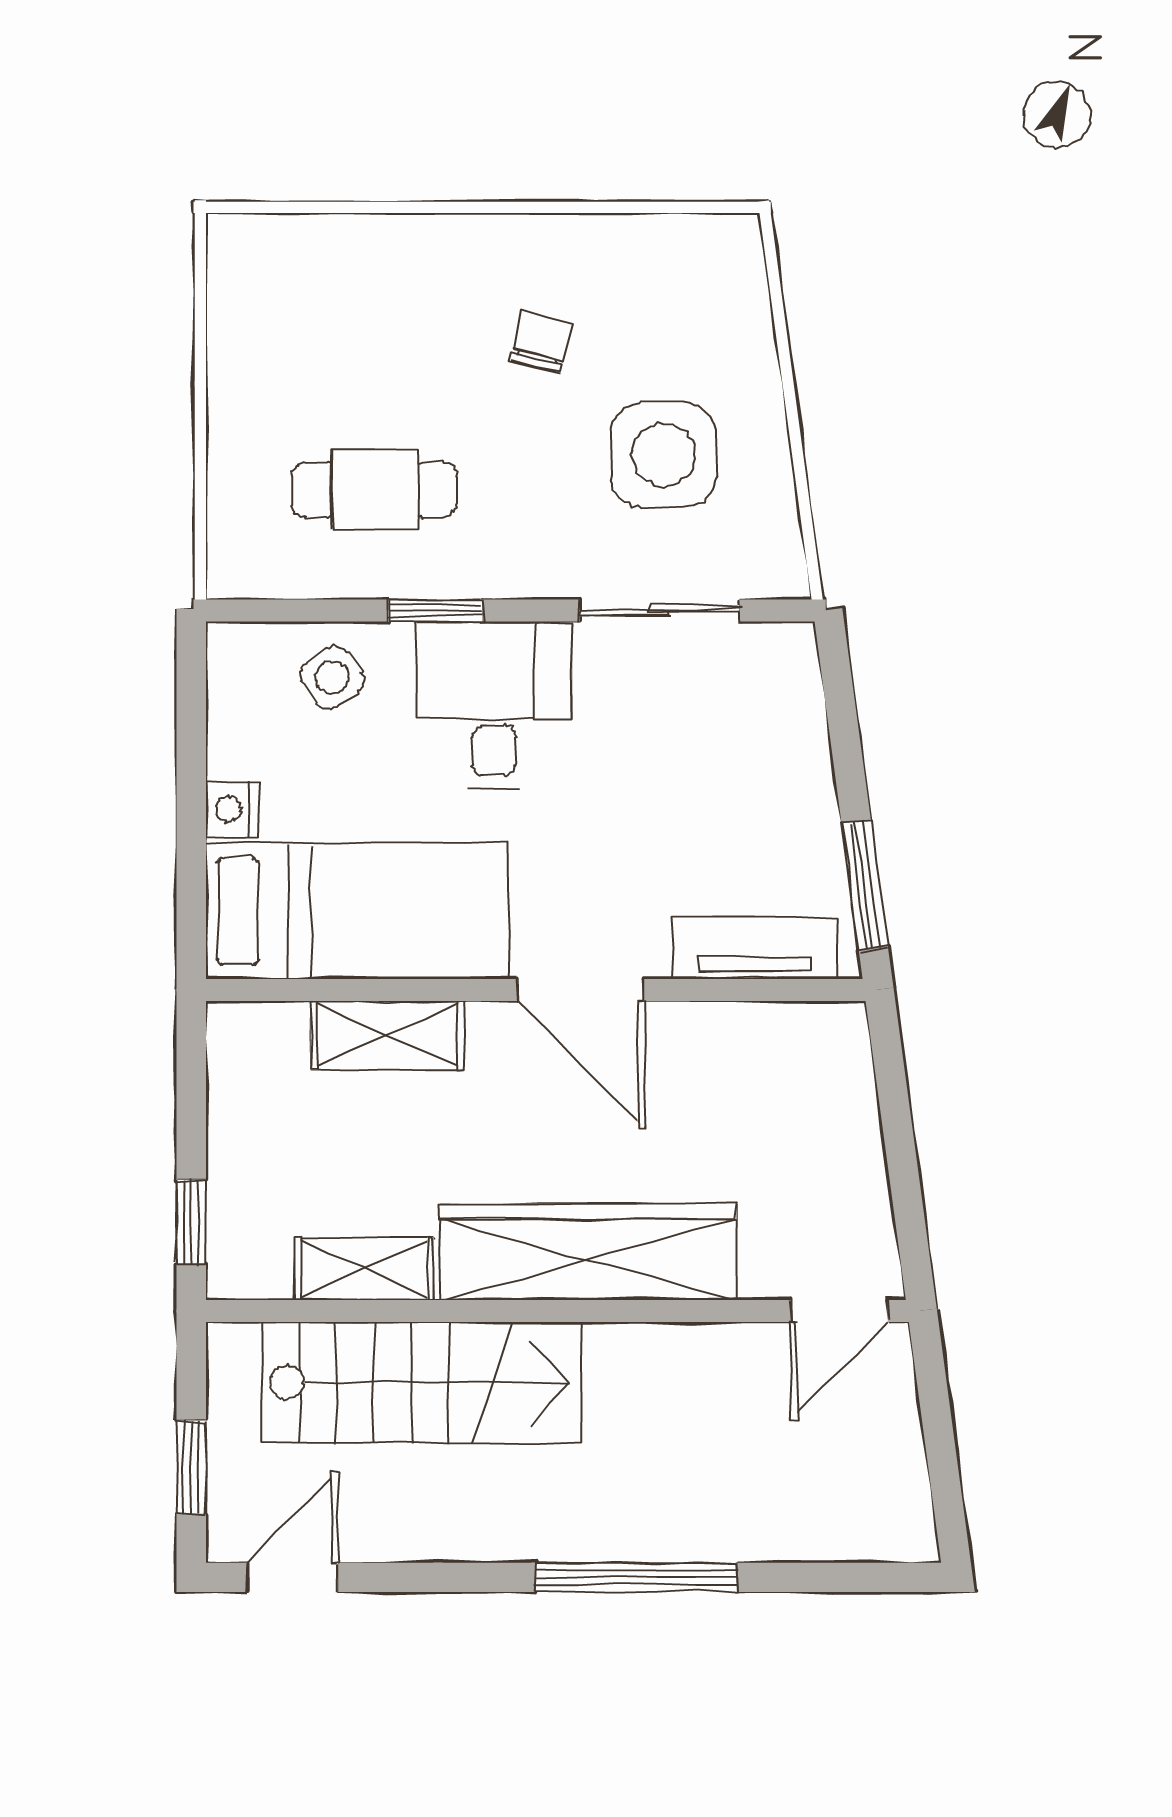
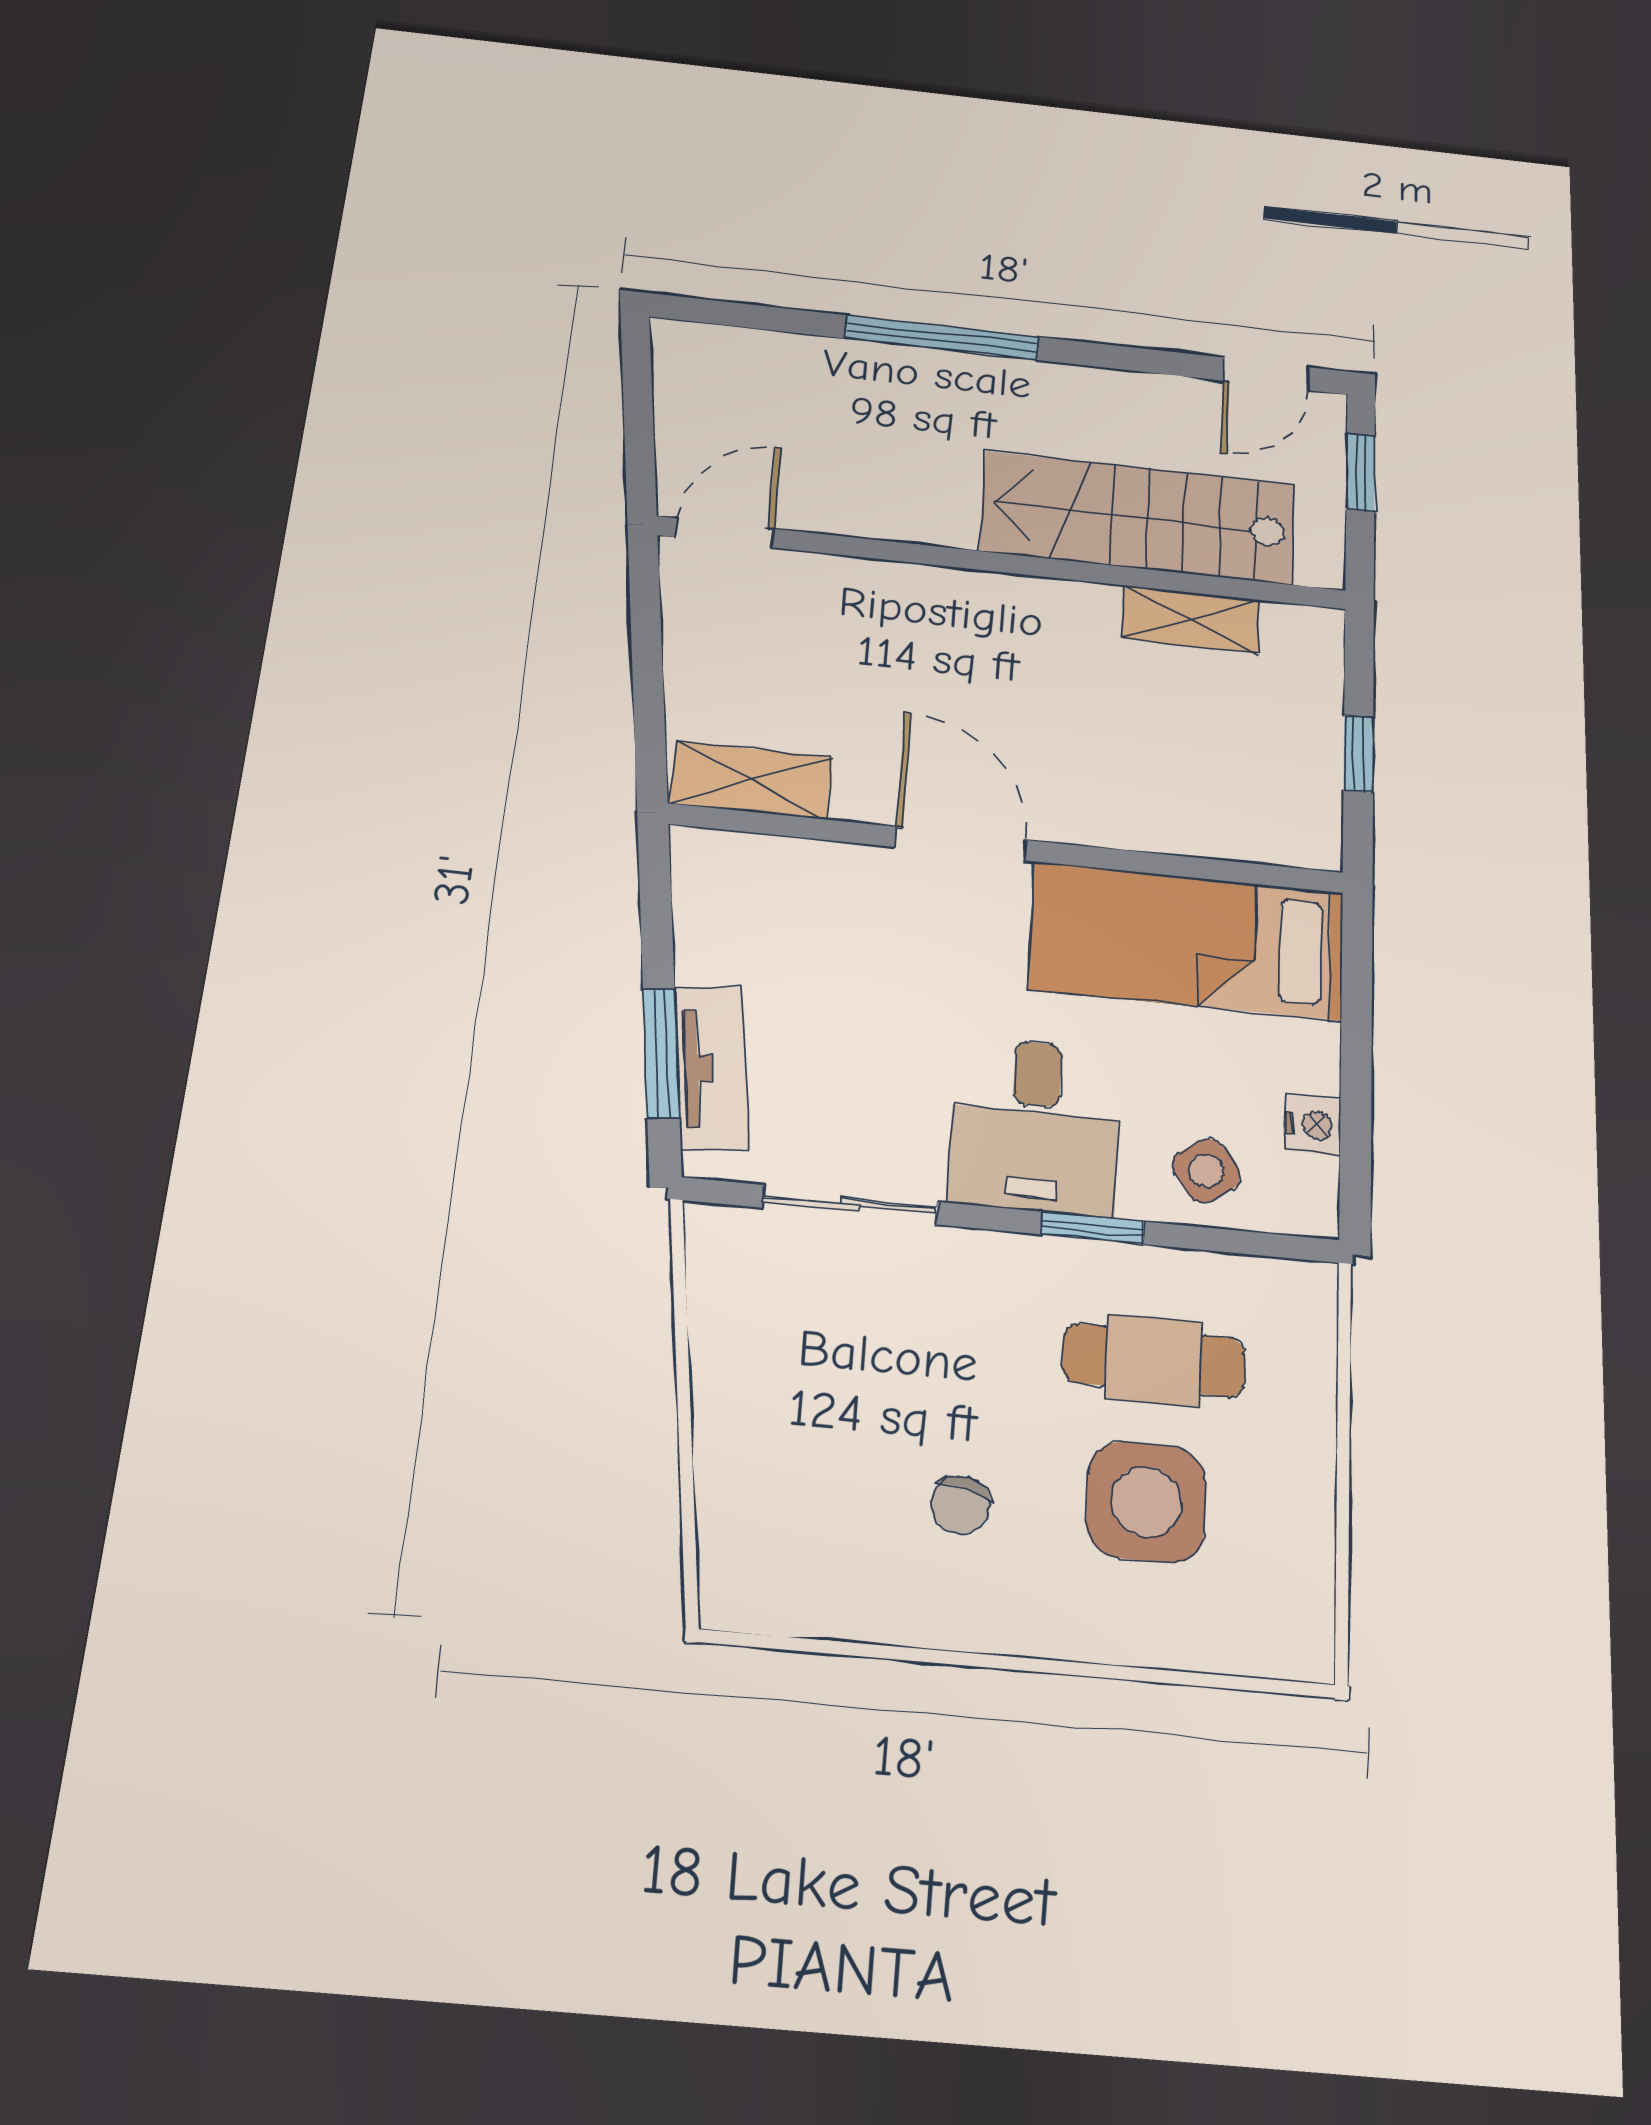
side table: (663, 455) -> (1146, 1502), moved
nightstand: (232, 809) -> (1313, 1125), moved
window: (865, 885) -> (661, 1053), moved
tv unit: (755, 948) -> (711, 1068), moved, turned -98
shelving: (387, 1035) -> (751, 780), moved
window: (191, 1222) -> (1358, 754), moved
wardrobe: (588, 1252) -> (969, 610), removed

